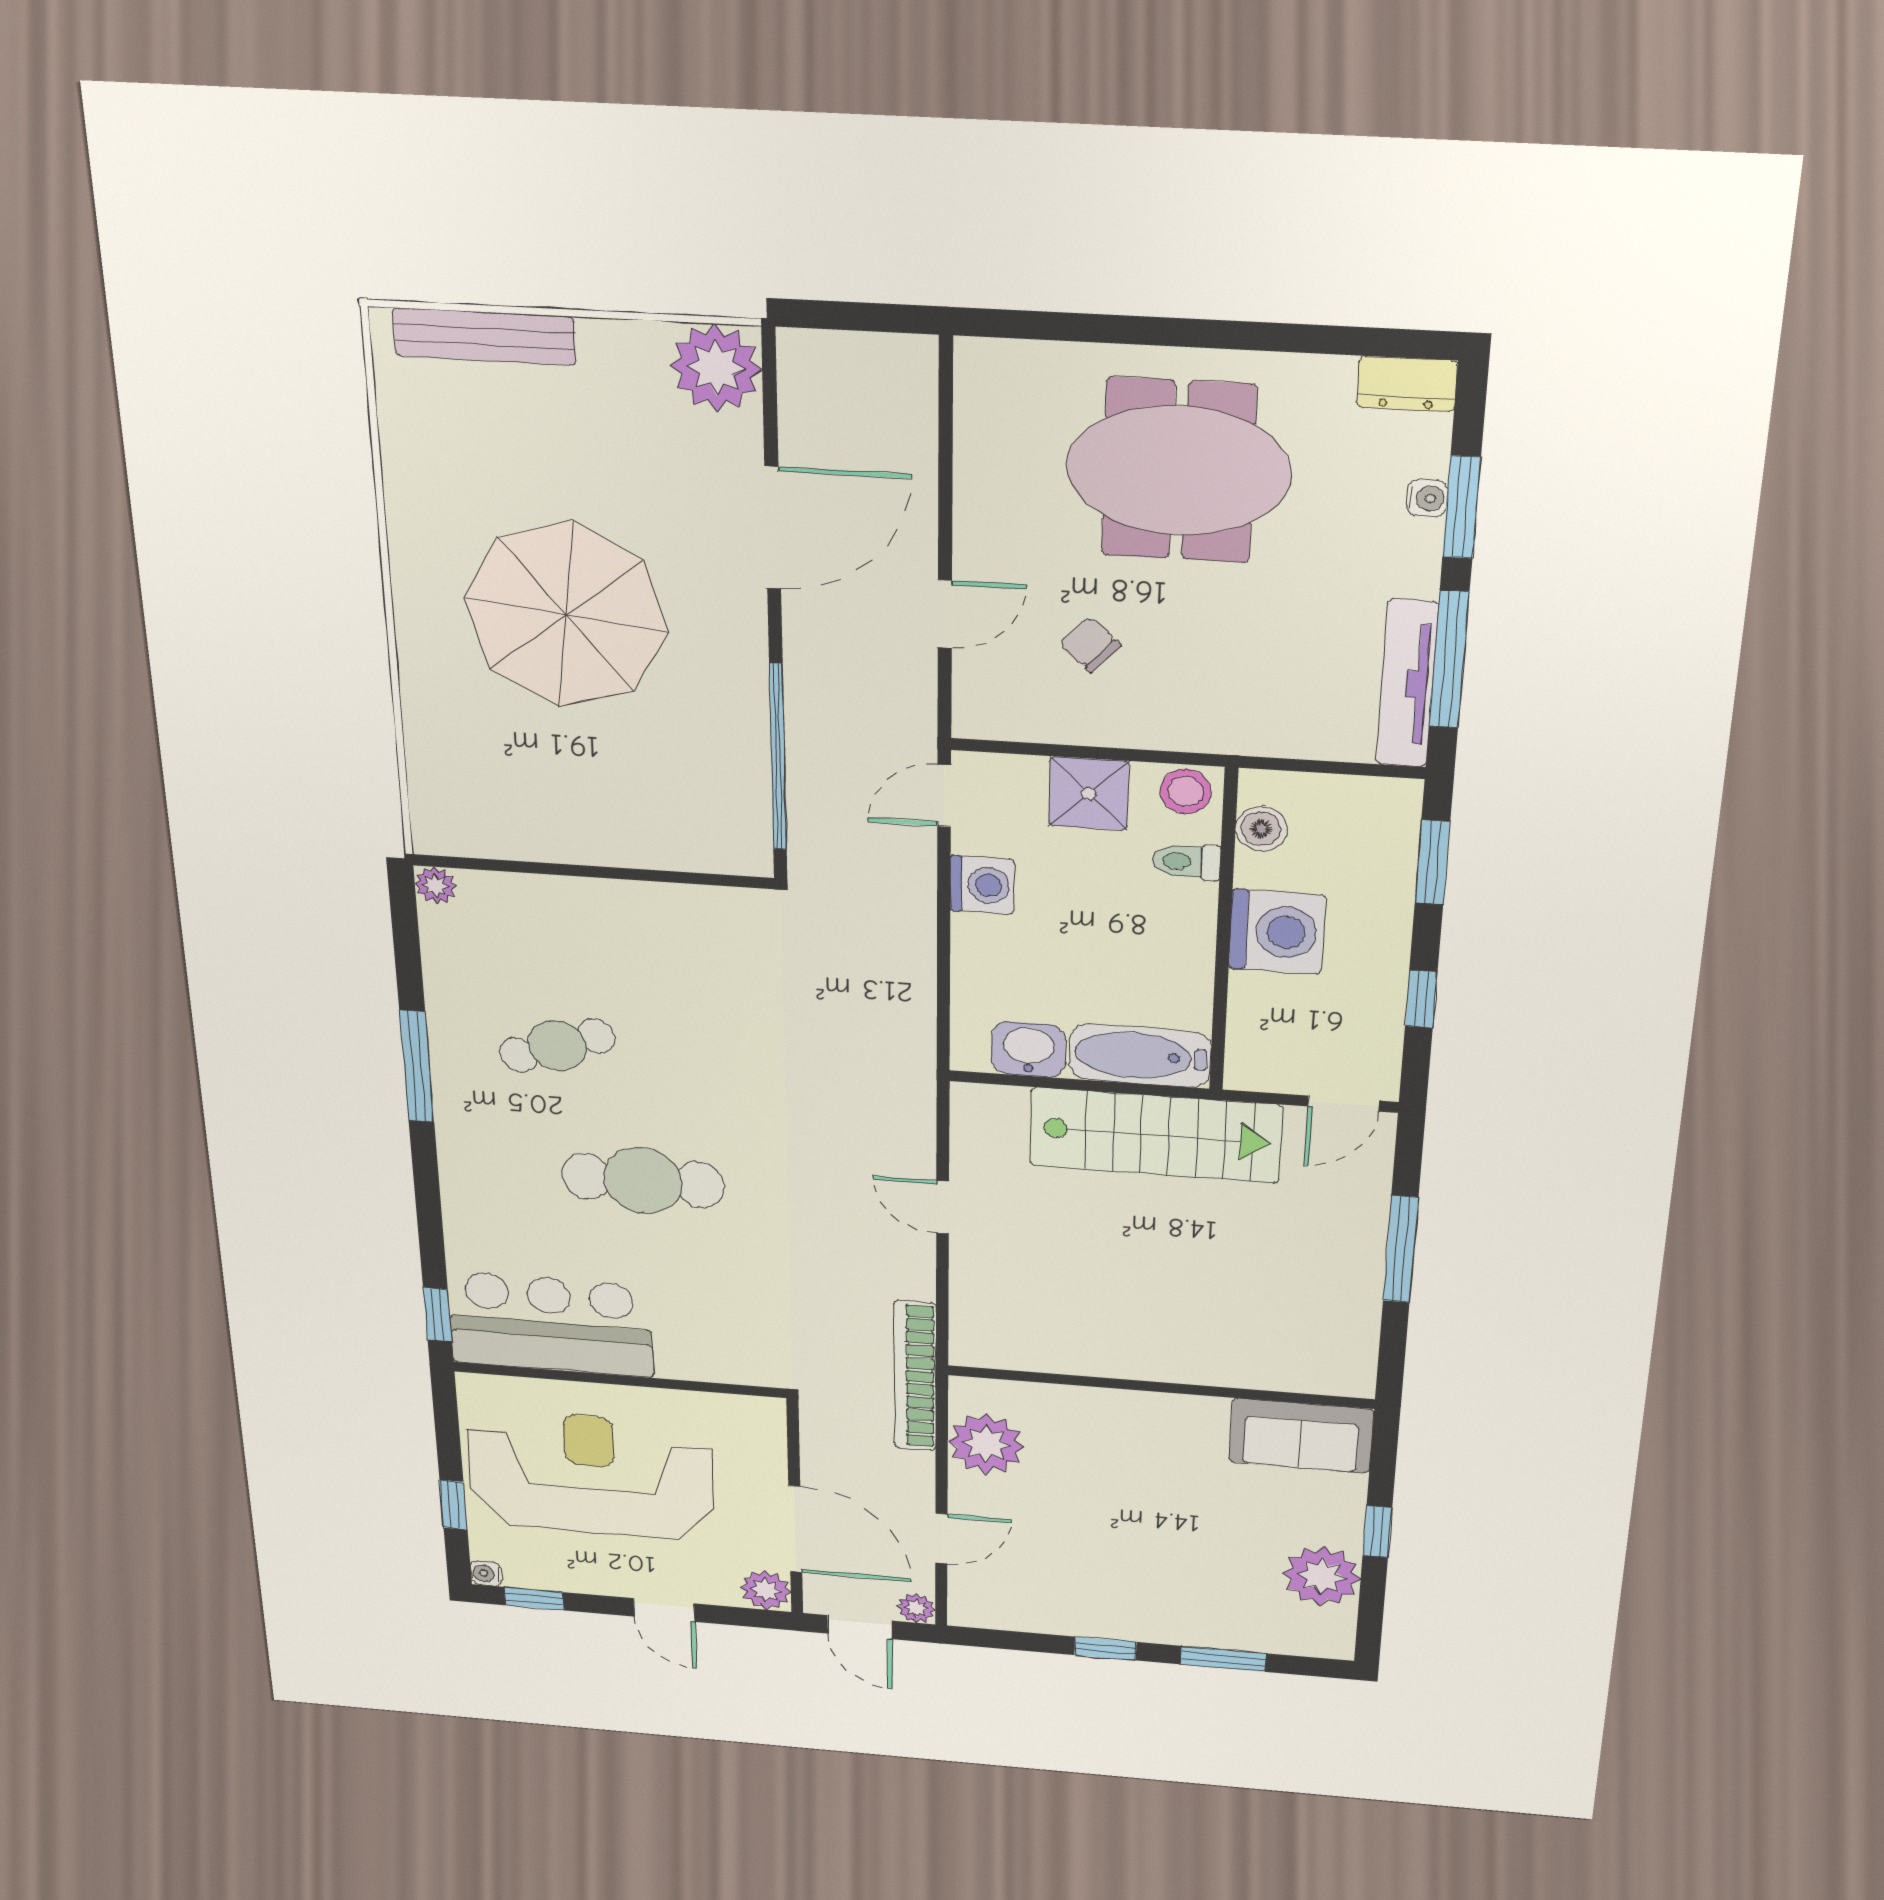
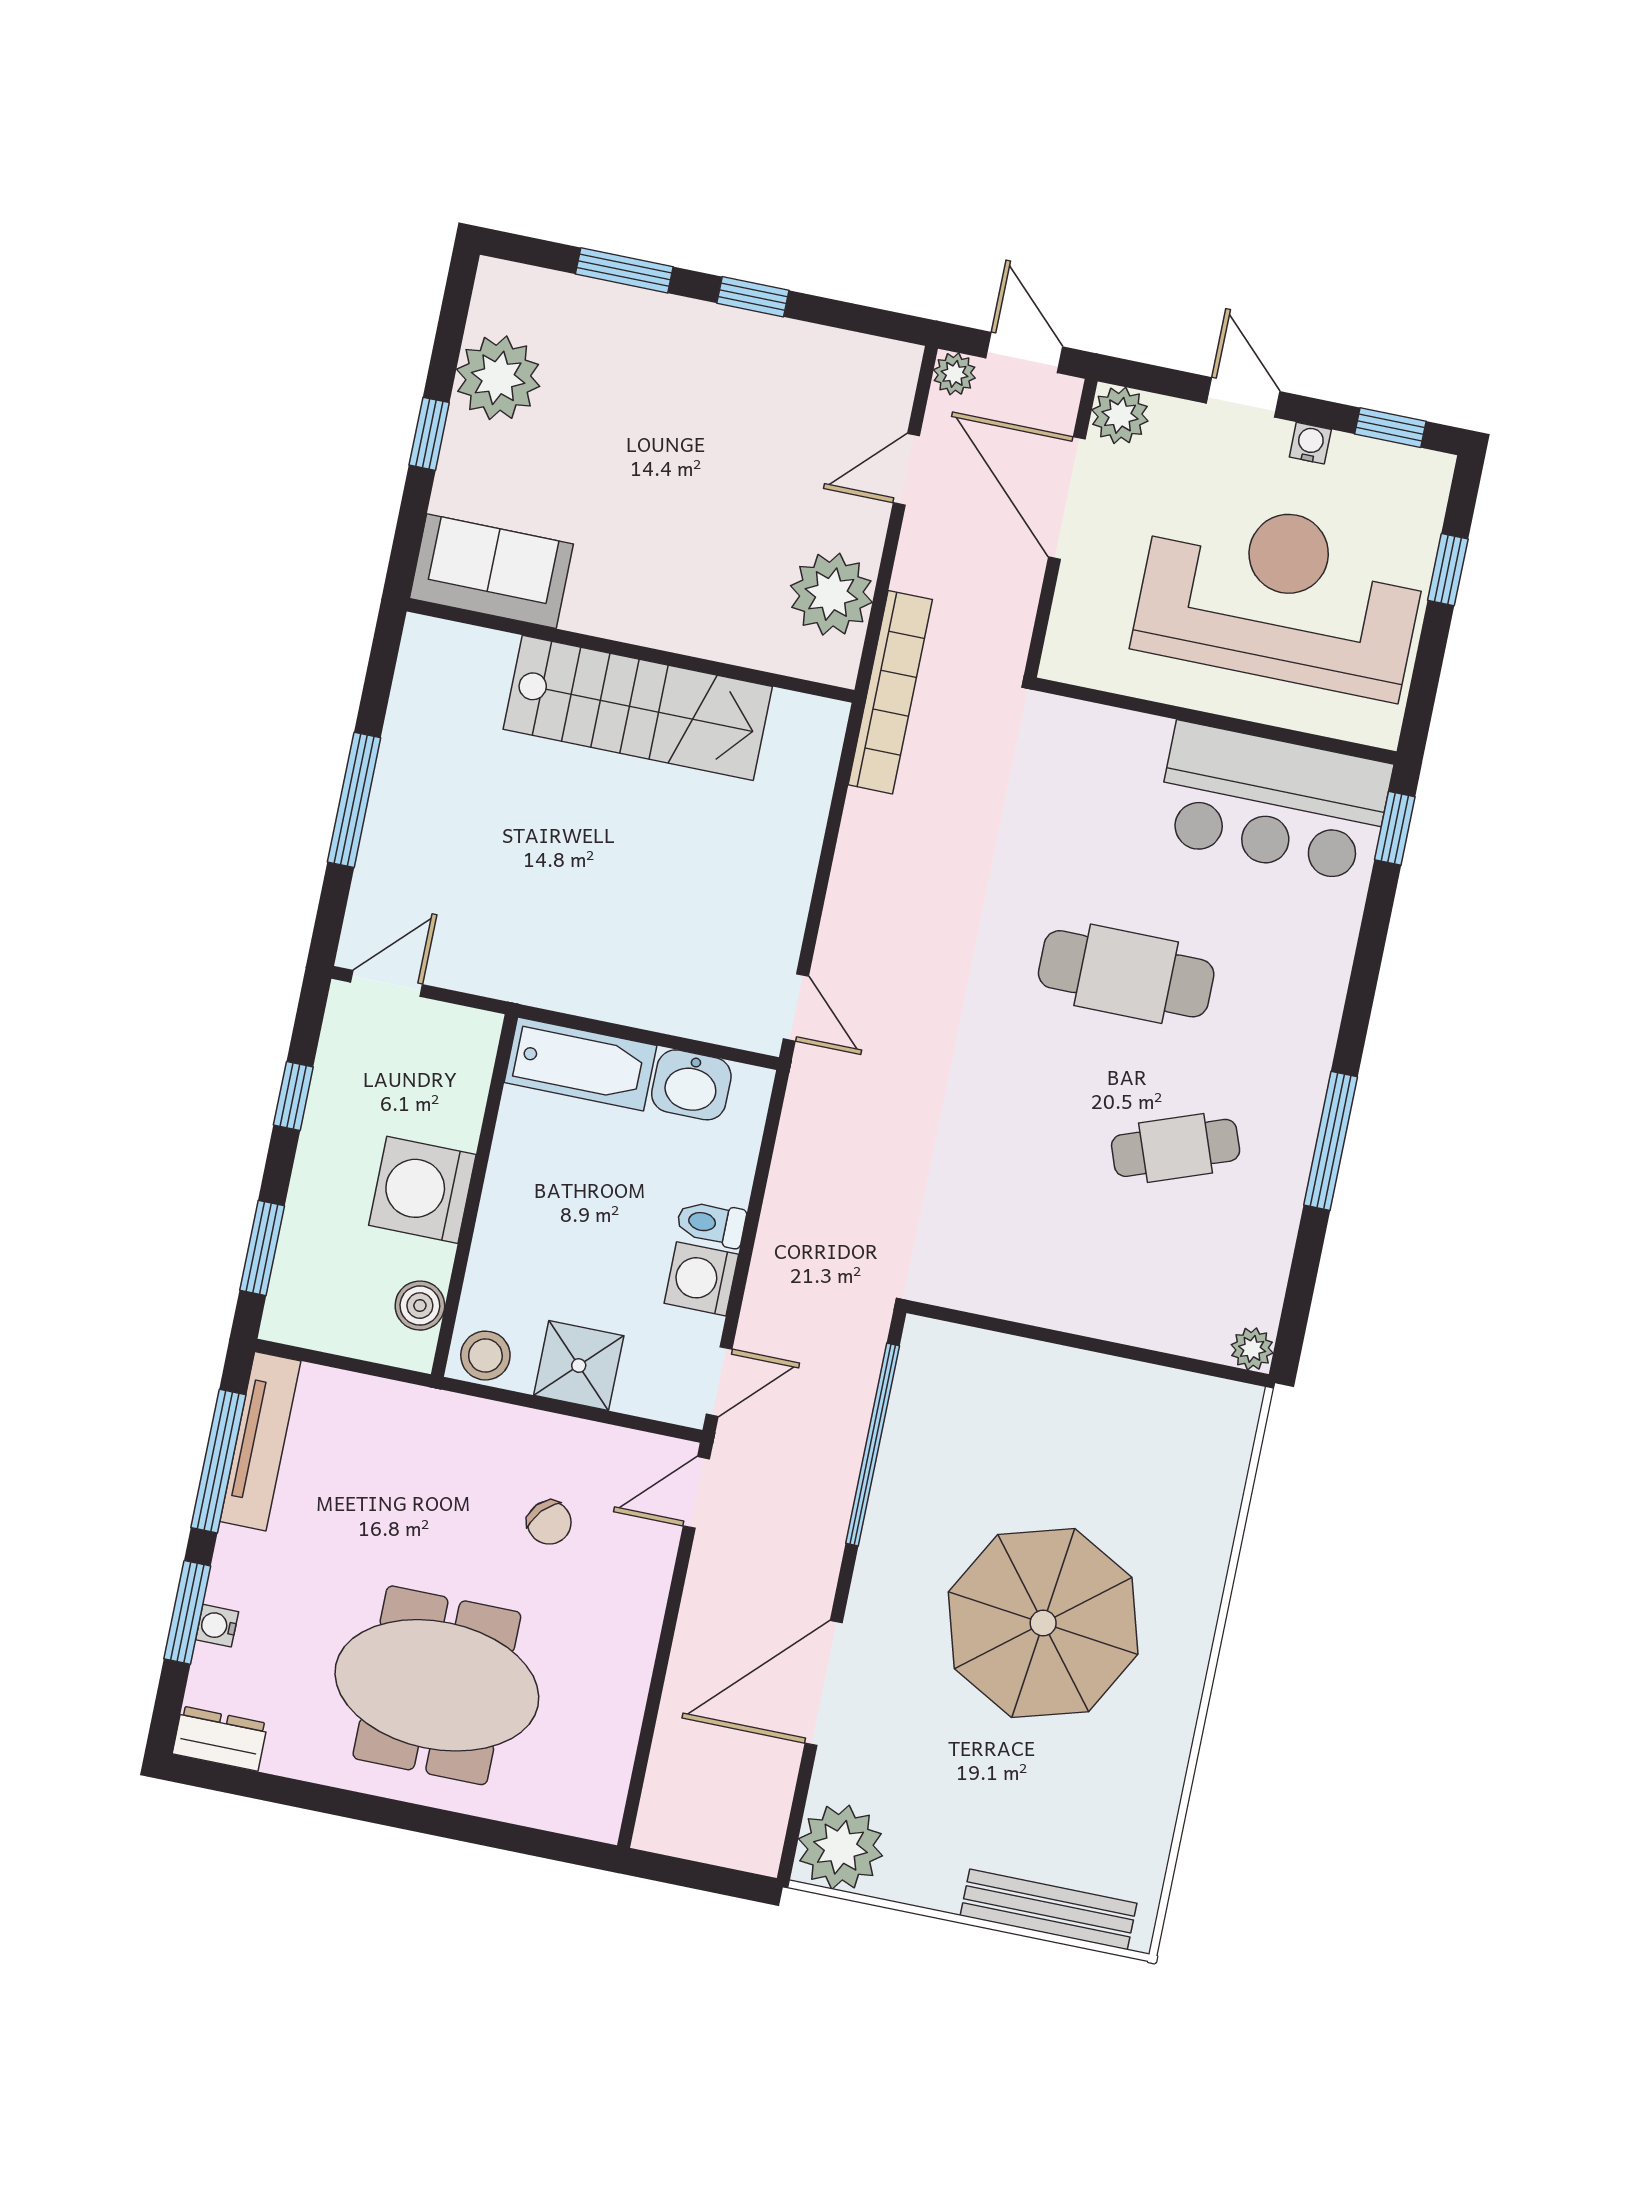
door: (945, 614) -> (696, 1492), moved
toilet: (1186, 862) -> (711, 1223), moved, turned 180
stairs: (1155, 1135) -> (638, 708), moved, turned 180
door: (943, 1207) -> (796, 1007), moved
reception desk: (591, 1475) -> (1280, 596), turned 180
water cooler: (486, 1573) -> (1310, 443), moved, turned -90

